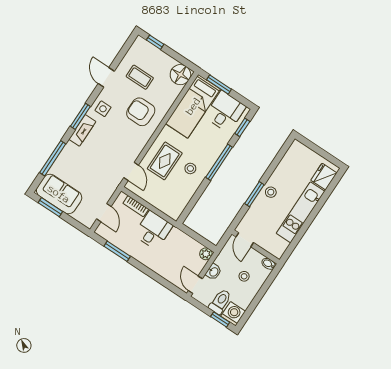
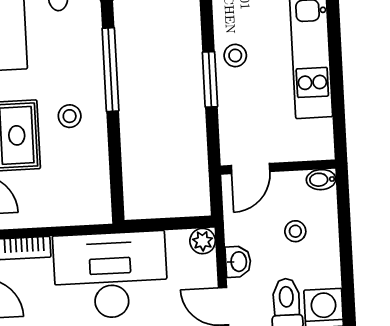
desk: (153, 230) -> (111, 275), width x1.87, depth x1.30
door: (245, 240) -> (251, 169), hinge flipped

